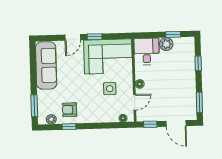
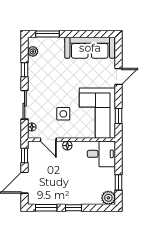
door: (73, 37) -> (118, 77), swing flipped
window: (95, 37) -> (118, 116), moved
plant: (166, 44) -> (108, 198), moved
window: (198, 63) -> (74, 208), moved
armchair: (70, 110) -> (42, 71), removed
sliding door: (102, 126) -> (25, 105), added

